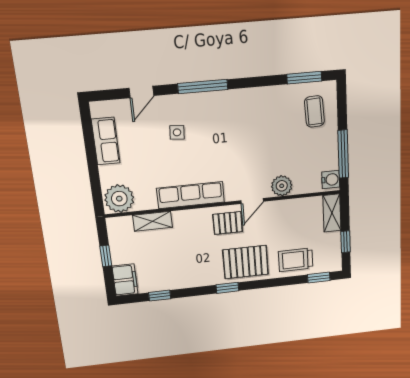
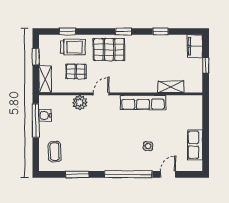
window: (304, 78) -> (77, 174), moved
window: (203, 87) -> (128, 174), width x1.46
water cooler: (331, 180) -> (45, 115), moved
plant: (119, 199) -> (191, 105), removed
pallet: (228, 223) -> (76, 71), moved
window: (319, 277) -> (67, 31), moved
window: (160, 296) -> (161, 31), moved

